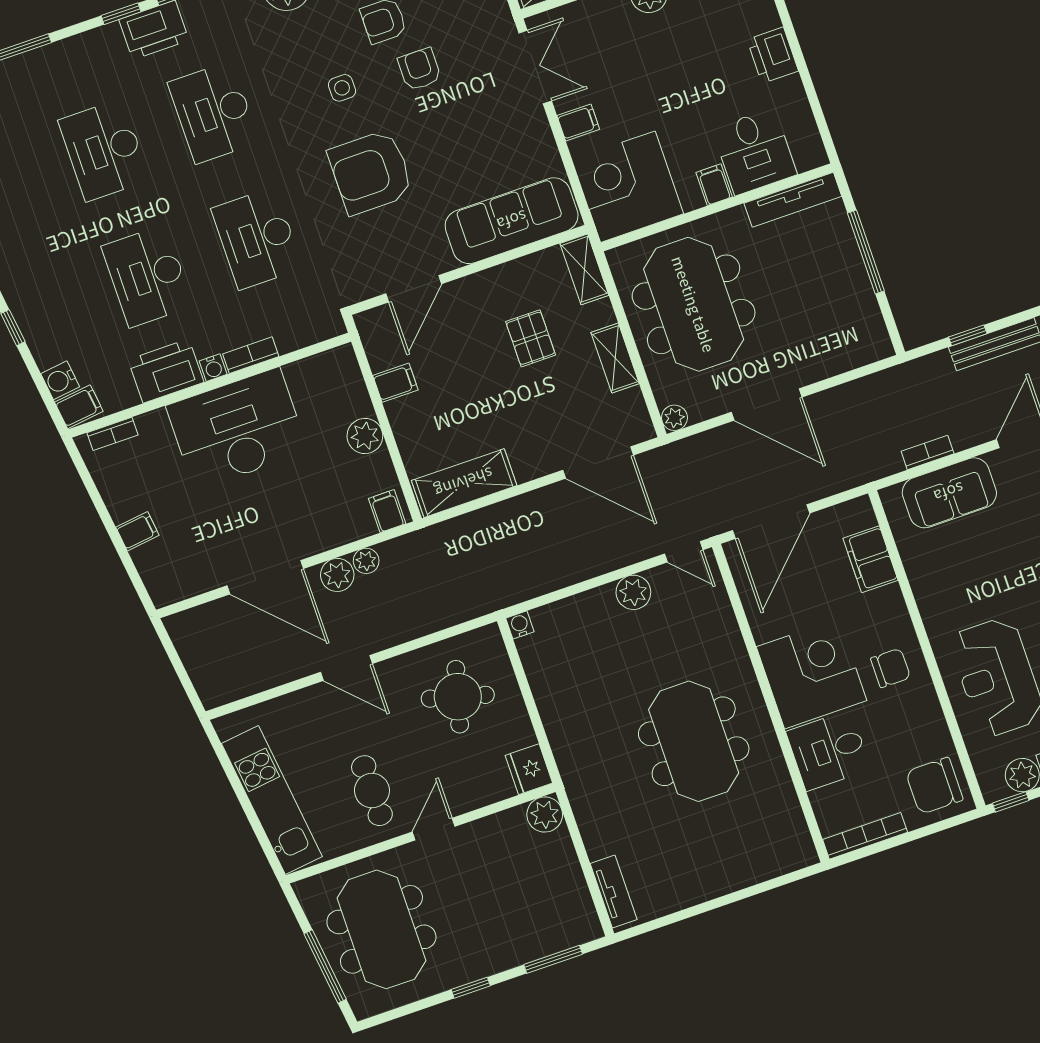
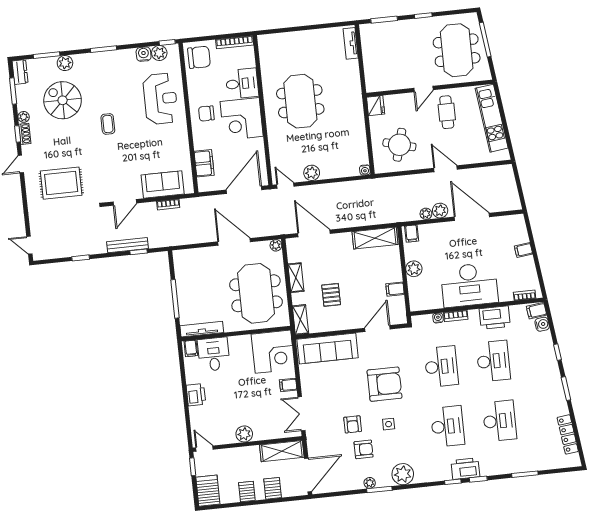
filing cabinet: (714, 185) -> (191, 348), moved
water cooler: (213, 368) -> (438, 318), moved
plant: (545, 815) -> (373, 84), removed

